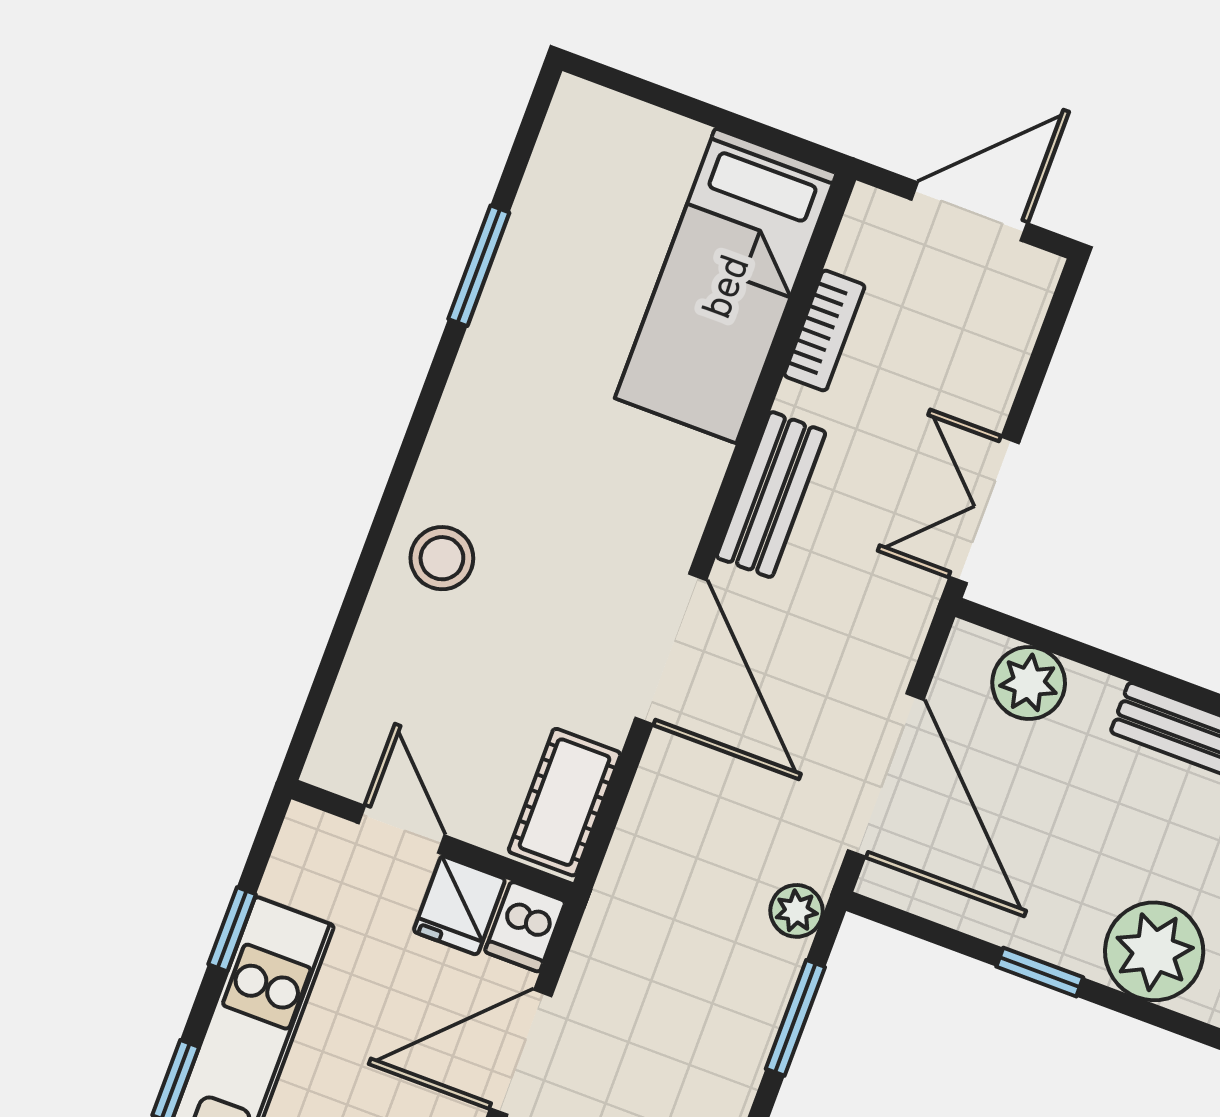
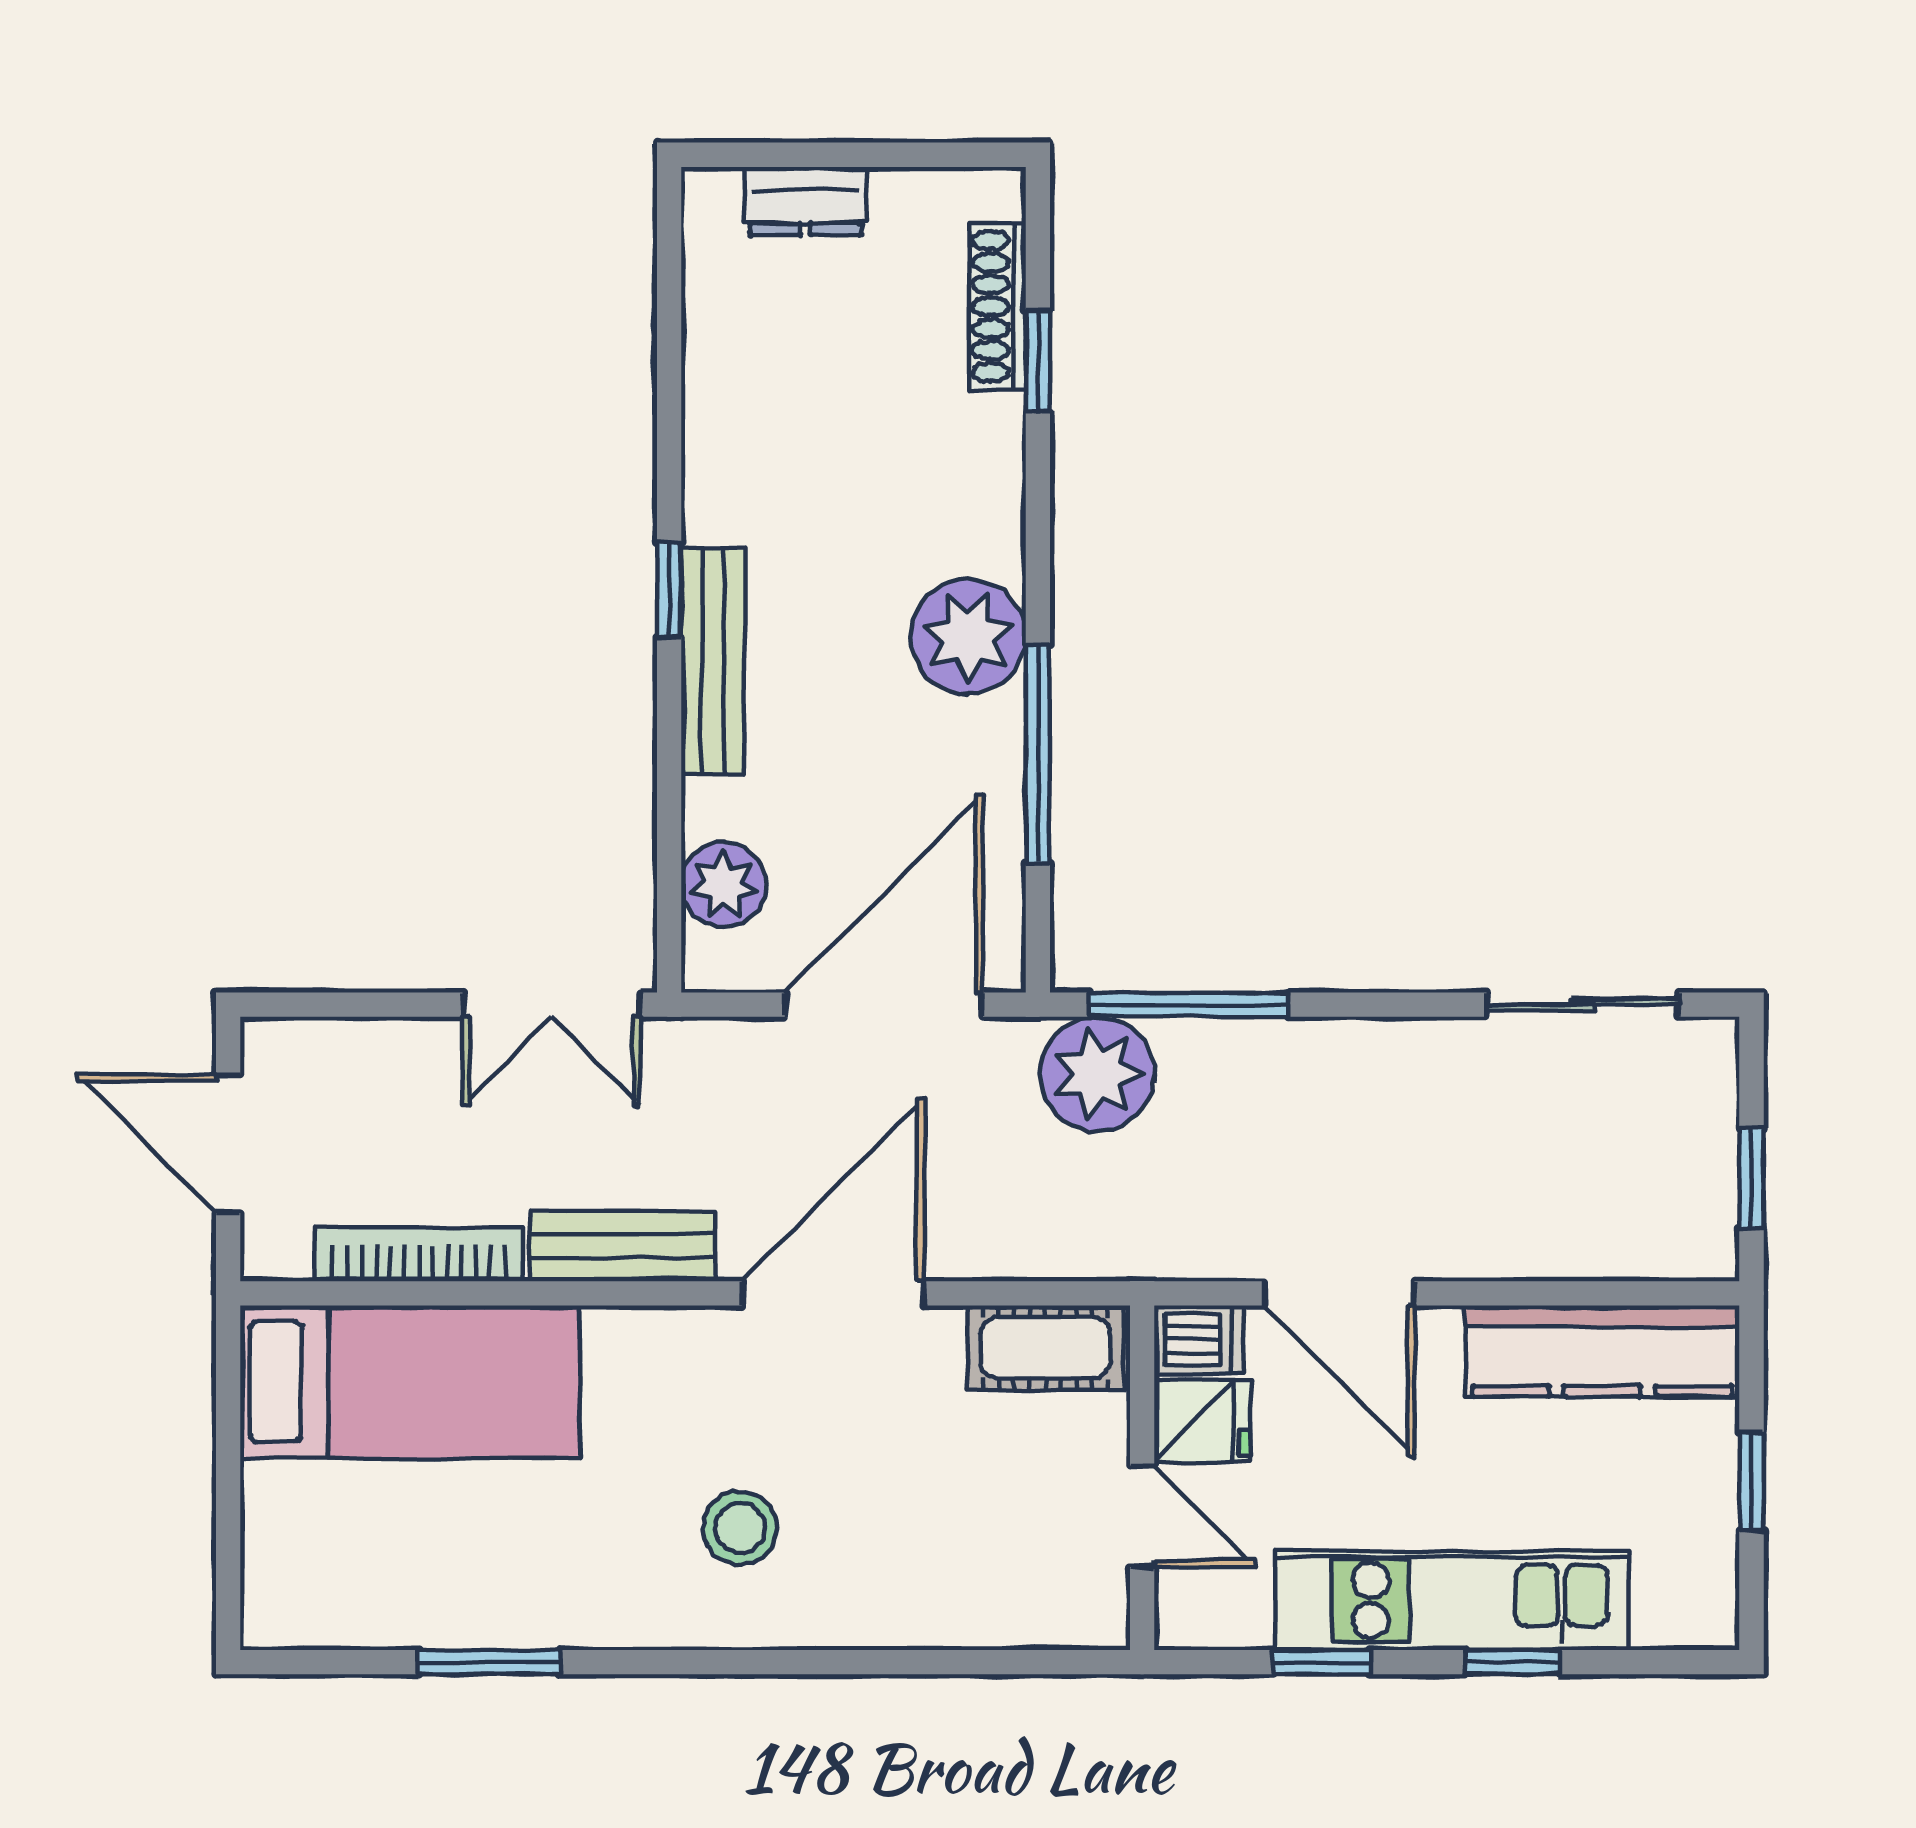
bookcase: (824, 330) -> (419, 1255), width x1.56
stool: (442, 558) -> (740, 1528), moved
door: (402, 829) -> (1142, 1516), swing flipped
plant: (796, 911) -> (1097, 1074), width x1.88, depth x1.88
window: (1040, 972) -> (1038, 754), width x2.17
window: (795, 1018) -> (1189, 1005), width x1.44

